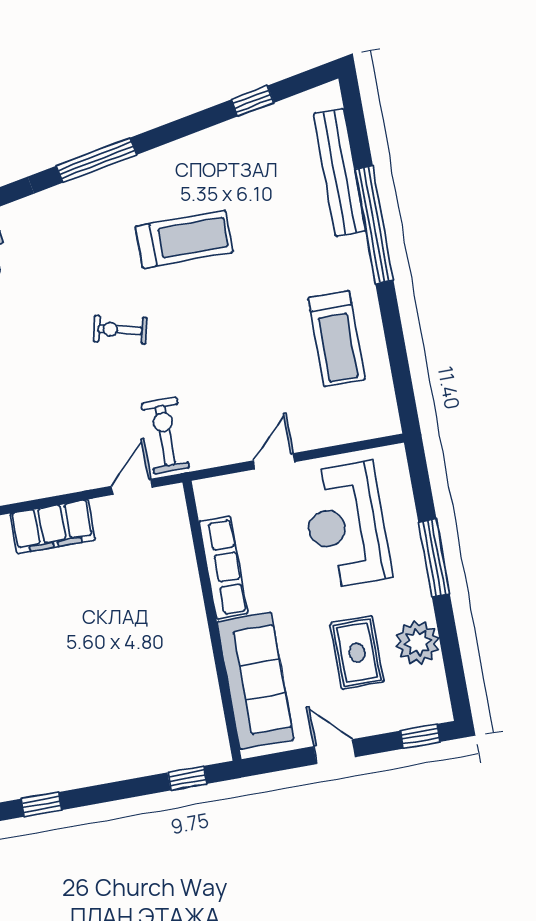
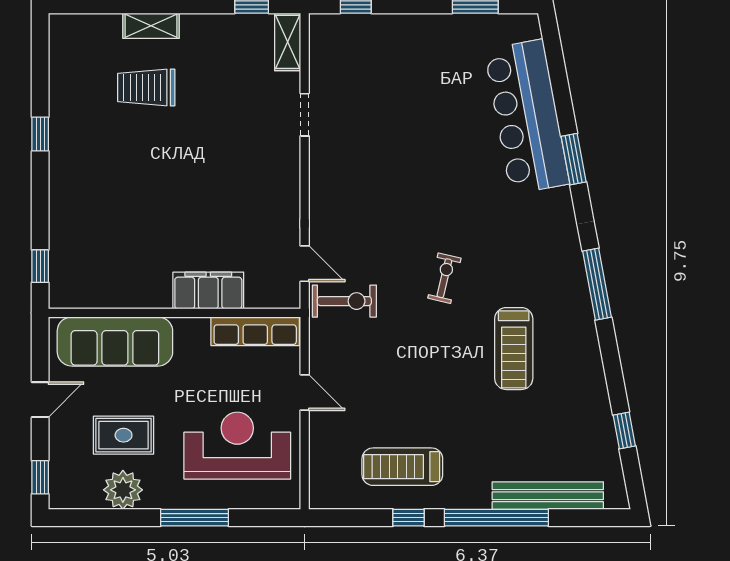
window: (392, 322) -> (408, 518), added
filing cabinet: (53, 527) -> (208, 290), moved, turned 90
row of seats: (223, 568) -> (255, 331), moved

